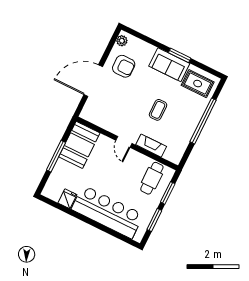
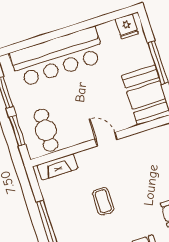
fireplace: (151, 146) -> (57, 167), moved
fridge: (67, 199) -> (127, 26), moved

